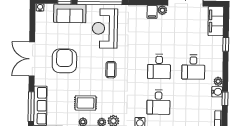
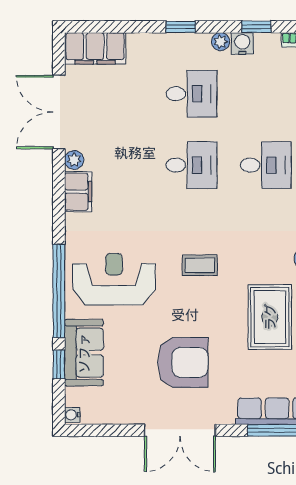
filing cabinet: (152, 12) -> (78, 192), width x2.00
reception desk: (105, 28) -> (114, 279), turned 180
window: (226, 44) -> (181, 27), moved
armchair: (64, 61) -> (183, 362), turned 180
rug: (86, 103) -> (270, 317), width x1.36, depth x1.43

